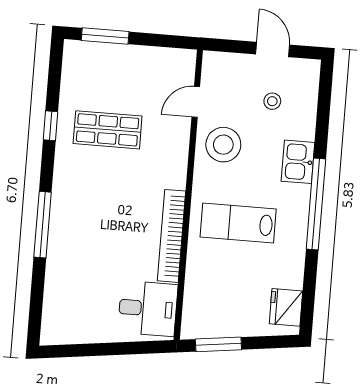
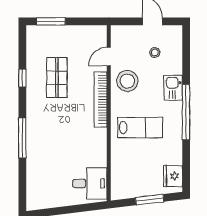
shop shelf: (108, 130) -> (57, 78), turned 90
lab bench: (238, 223) -> (140, 128), turned 180
bookcase: (172, 236) -> (101, 99), moved
window: (218, 344) -> (150, 200), moved

